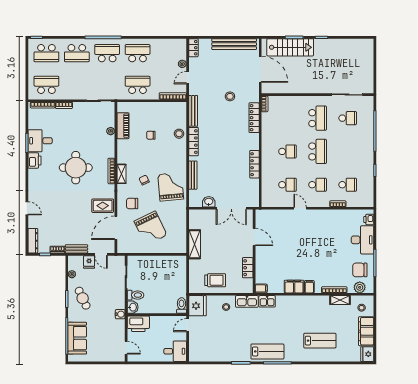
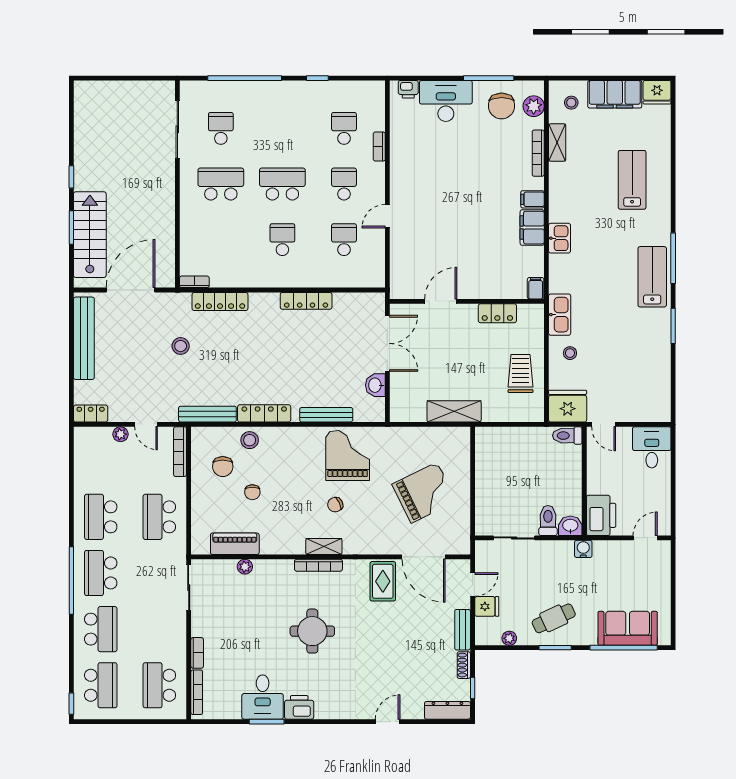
round table: (76, 168) -> (312, 631), width x0.73, depth x0.73
grand piano: (171, 187) -> (348, 455), turned 95
chair: (132, 204) -> (223, 467), moved
kitchen sink: (267, 301) -> (560, 238), moved

